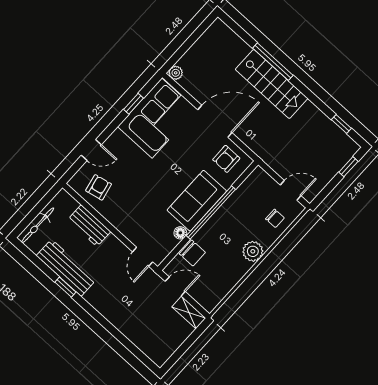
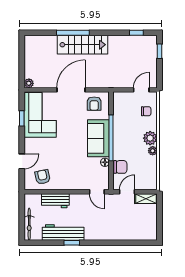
plant: (243, 267) -> (153, 151), added

